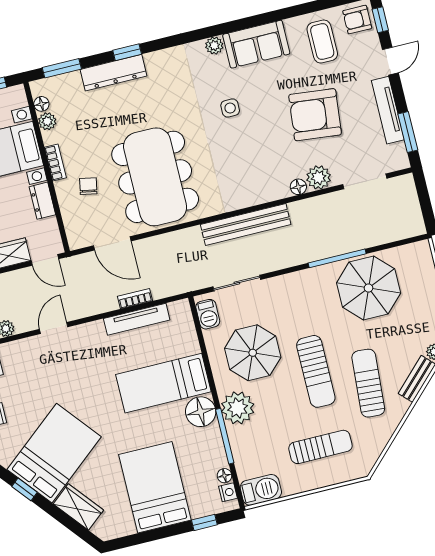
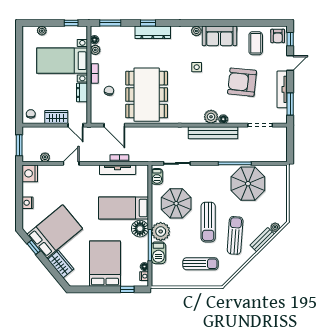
armchair: (357, 20) -> (278, 36), turned -90
dresser: (114, 73) -> (153, 32), moved
plant: (319, 177) -> (211, 117), moved
bench: (246, 224) -> (213, 133), moved
barbecue: (261, 490) -> (158, 253), moved, turned 90

